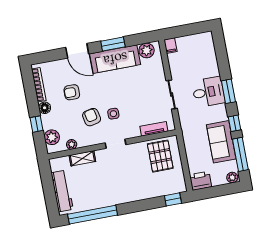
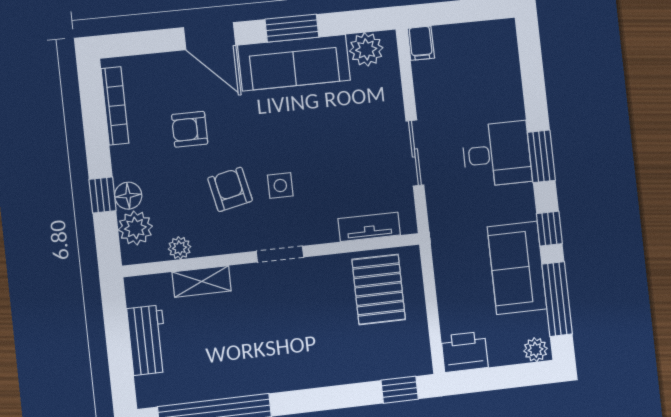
floor lamp: (45, 108) -> (128, 196), moved
workbench: (62, 191) -> (148, 340), width x0.73

